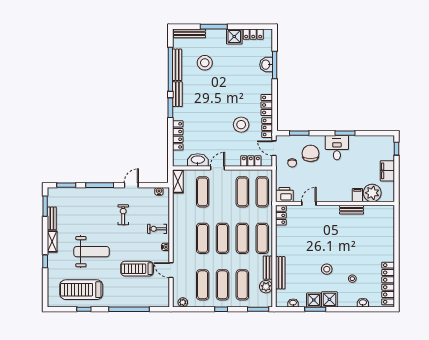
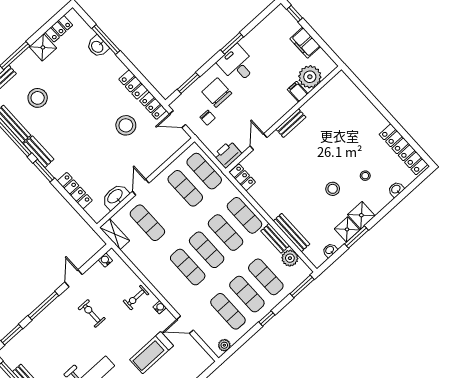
locker: (251, 161) -> (167, 152), removed
bench: (351, 210) -> (291, 123), moved

